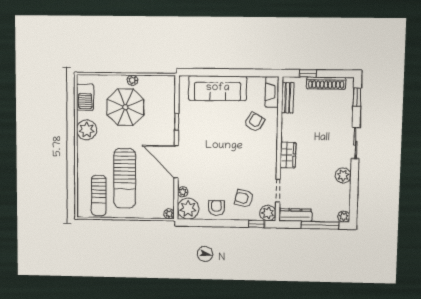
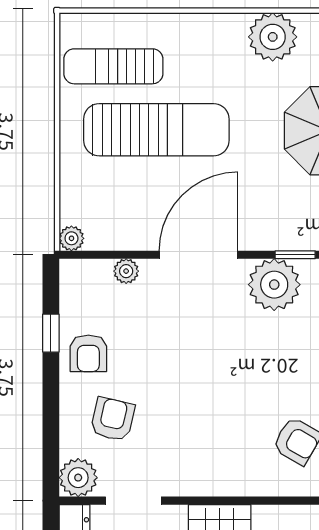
sun lounger: (125, 178) -> (156, 130), turned 180
armchair: (216, 208) -> (88, 353), turned 90
plant: (188, 209) -> (274, 285), moved
window: (256, 224) -> (51, 333), moved

